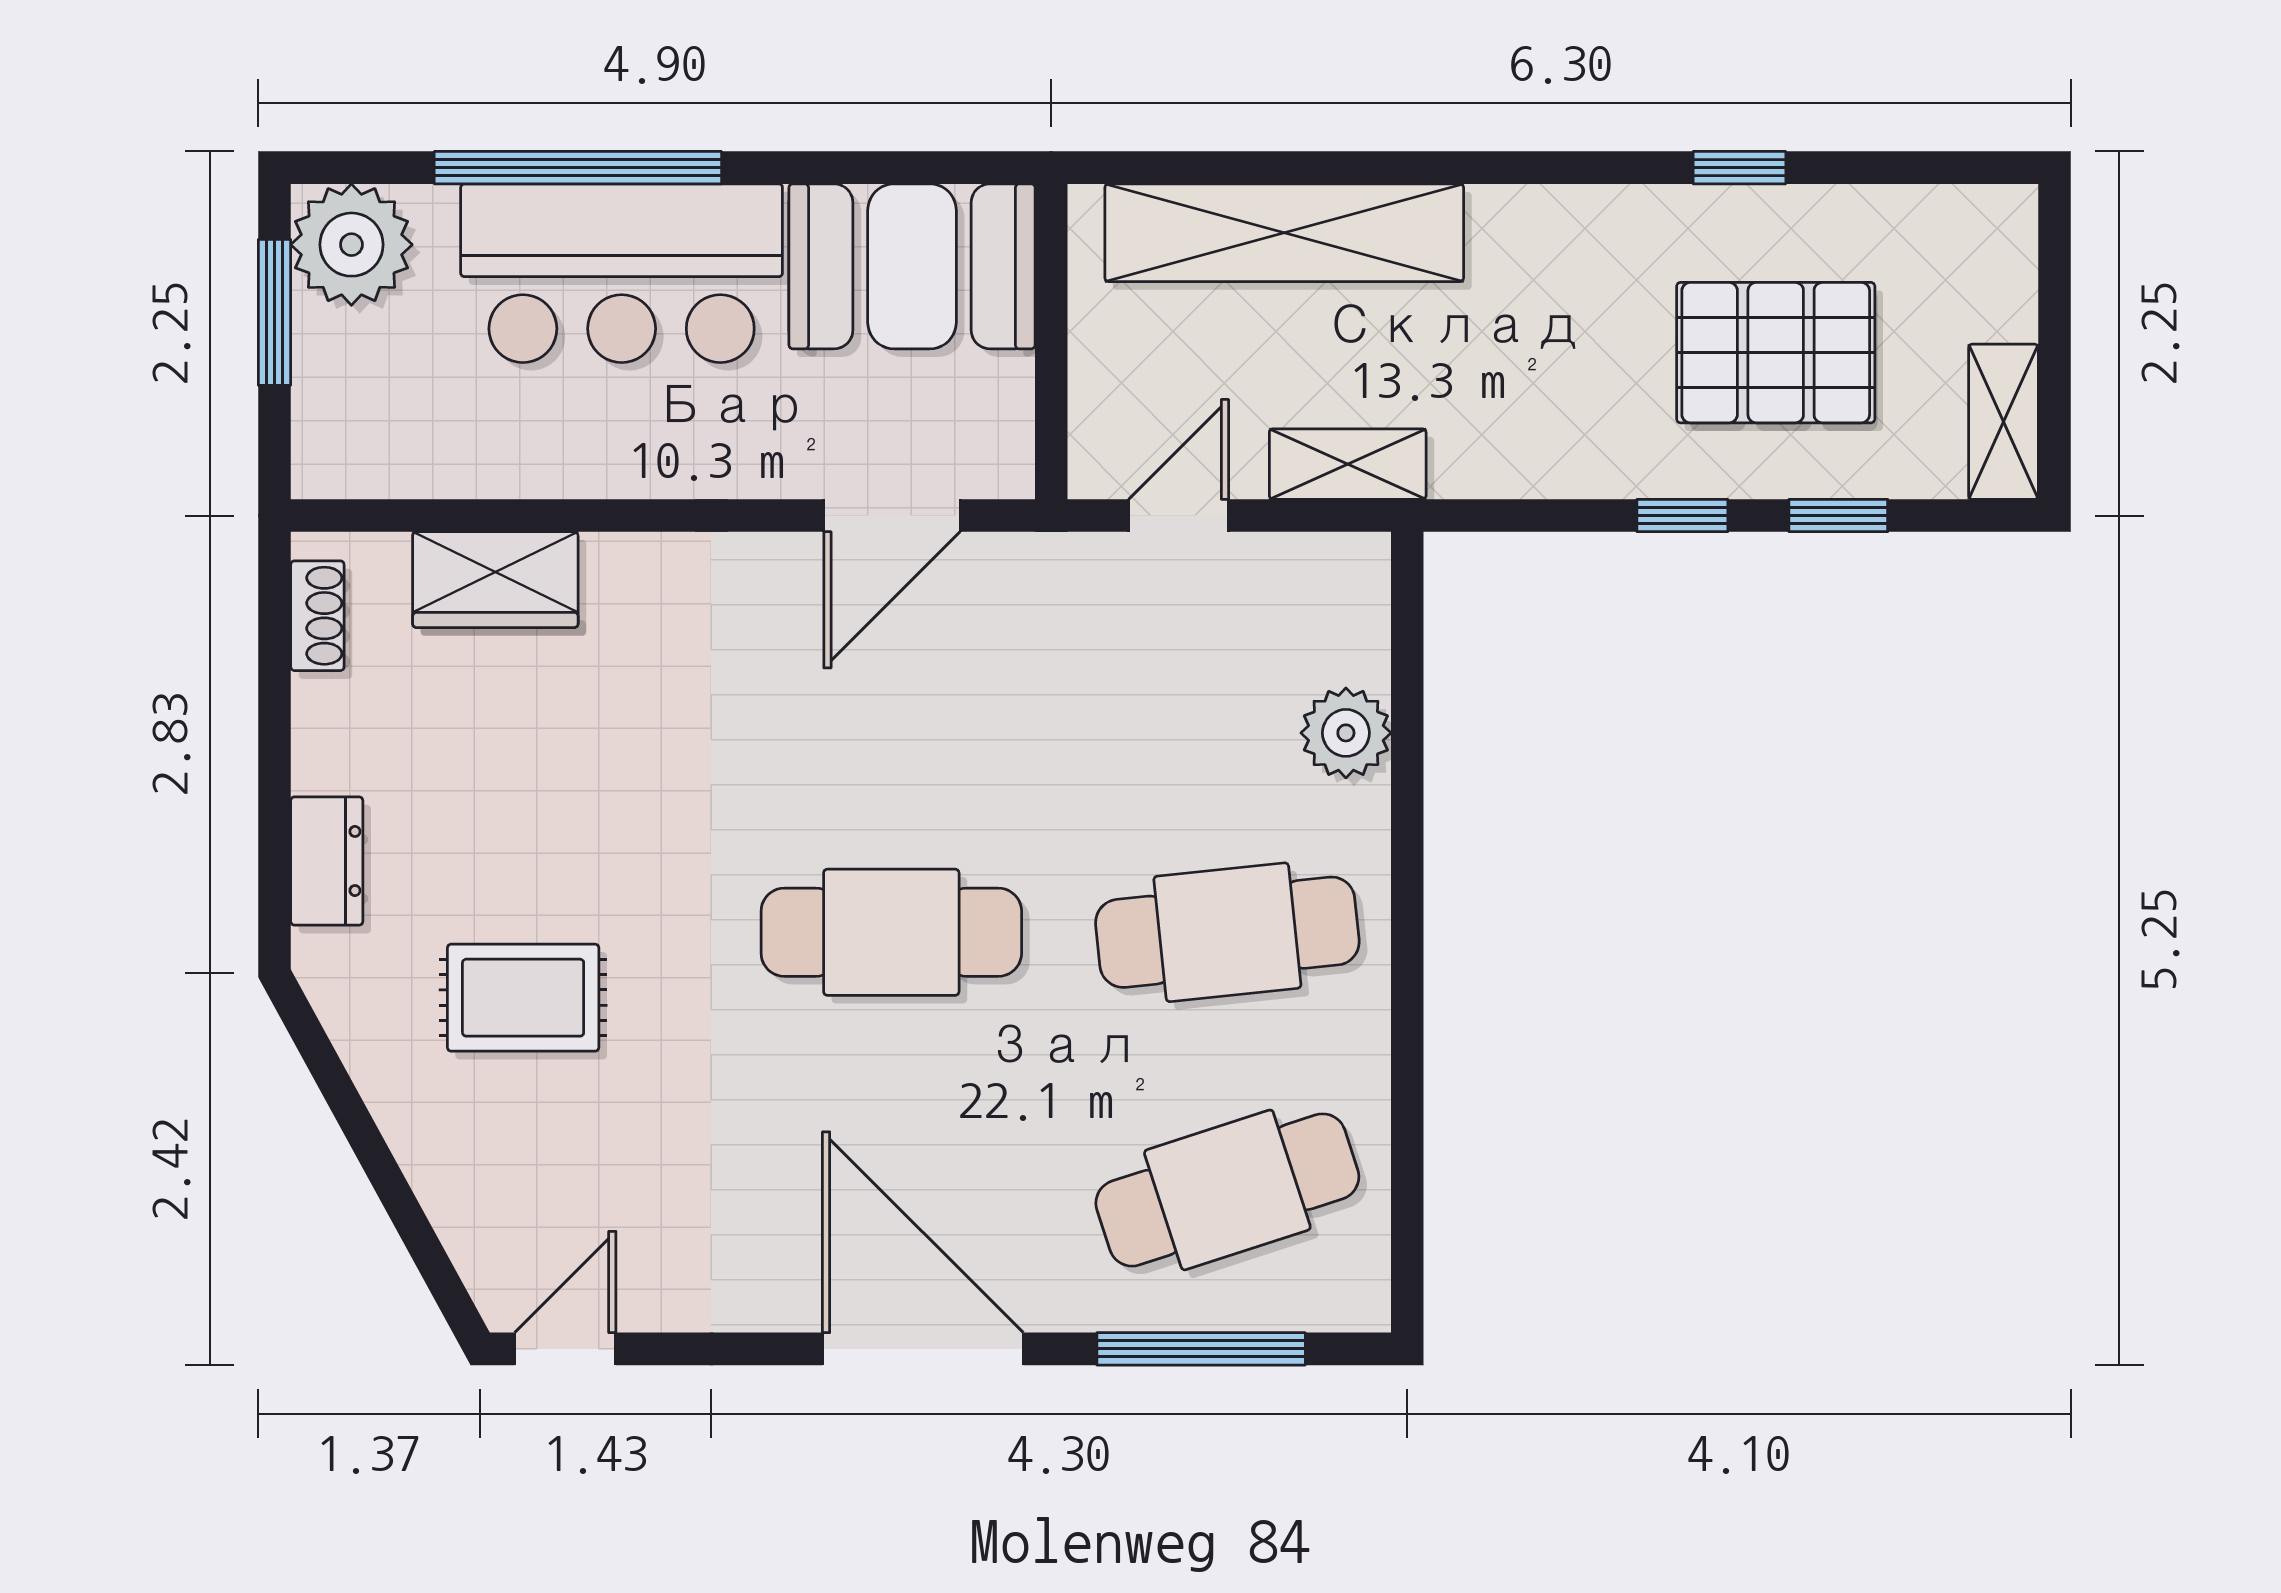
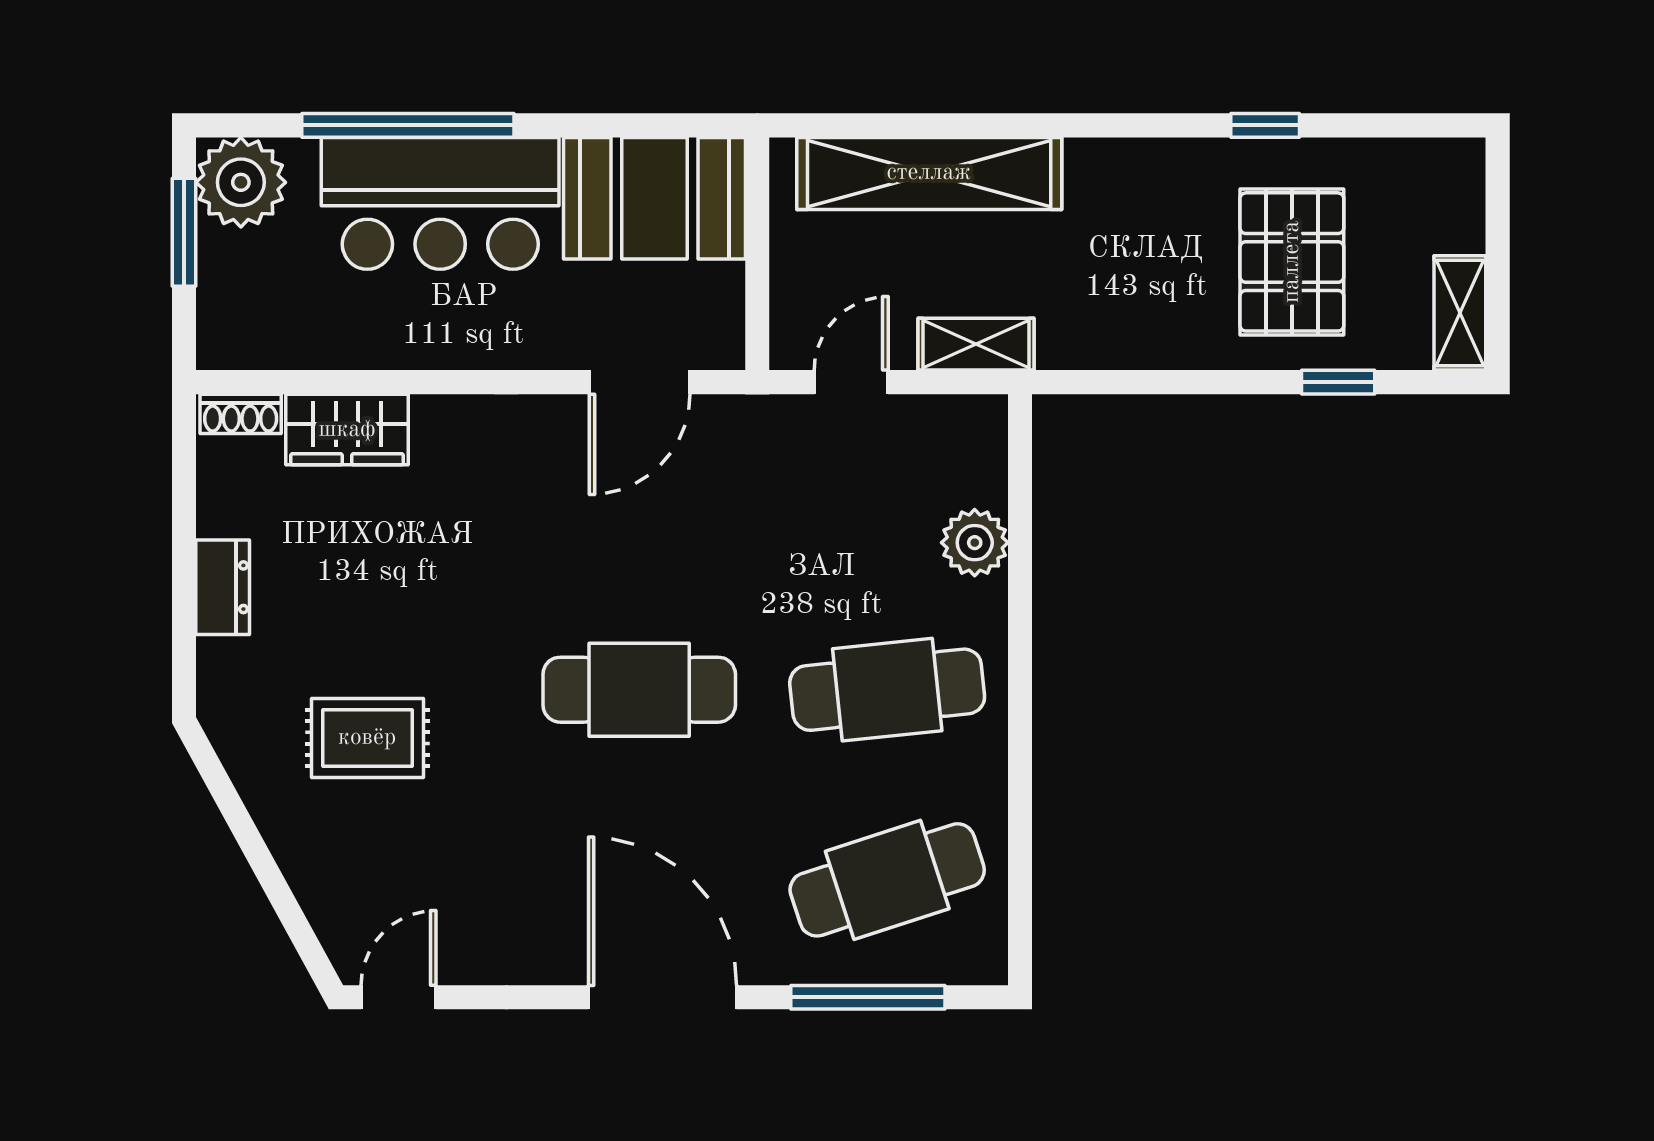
pallet: (1776, 353) -> (1292, 262), turned 90
window: (1682, 516) -> (1223, 382), removed
shoe rack: (317, 616) -> (241, 414), moved, turned 90
dresser: (327, 861) -> (223, 587), moved

